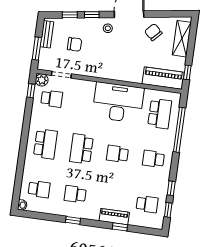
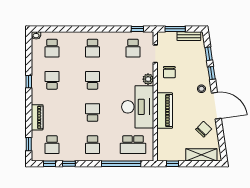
chair: (75, 44) -> (169, 72), moved
piano: (163, 78) -> (165, 111), moved
plant: (42, 80) -> (148, 79), moved
school desk: (45, 144) -> (93, 48), width x0.54
school desk: (81, 149) -> (93, 80), width x0.54
school desk: (153, 159) -> (93, 145), turned 180
window: (120, 227) -> (29, 144), moved

